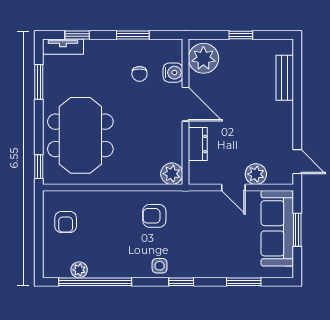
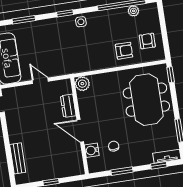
plant: (203, 58) -> (73, 163), removed
plant: (256, 174) -> (27, 92), removed
armchair: (154, 216) -> (124, 51), moved

